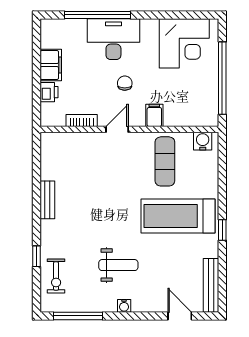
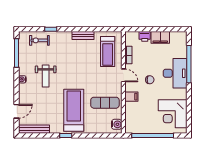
treadmill: (76, 157) -> (108, 52), added

